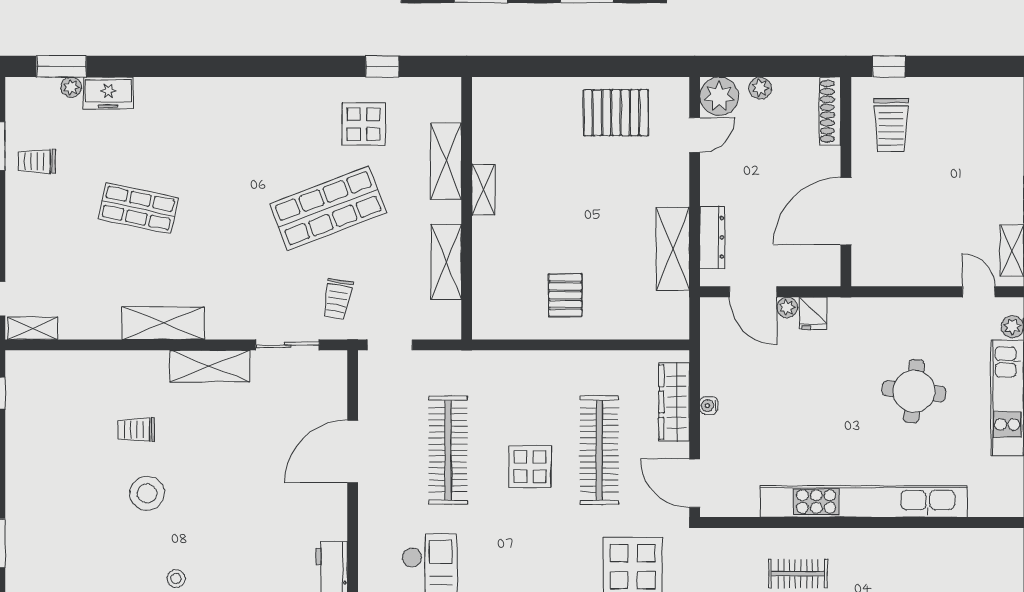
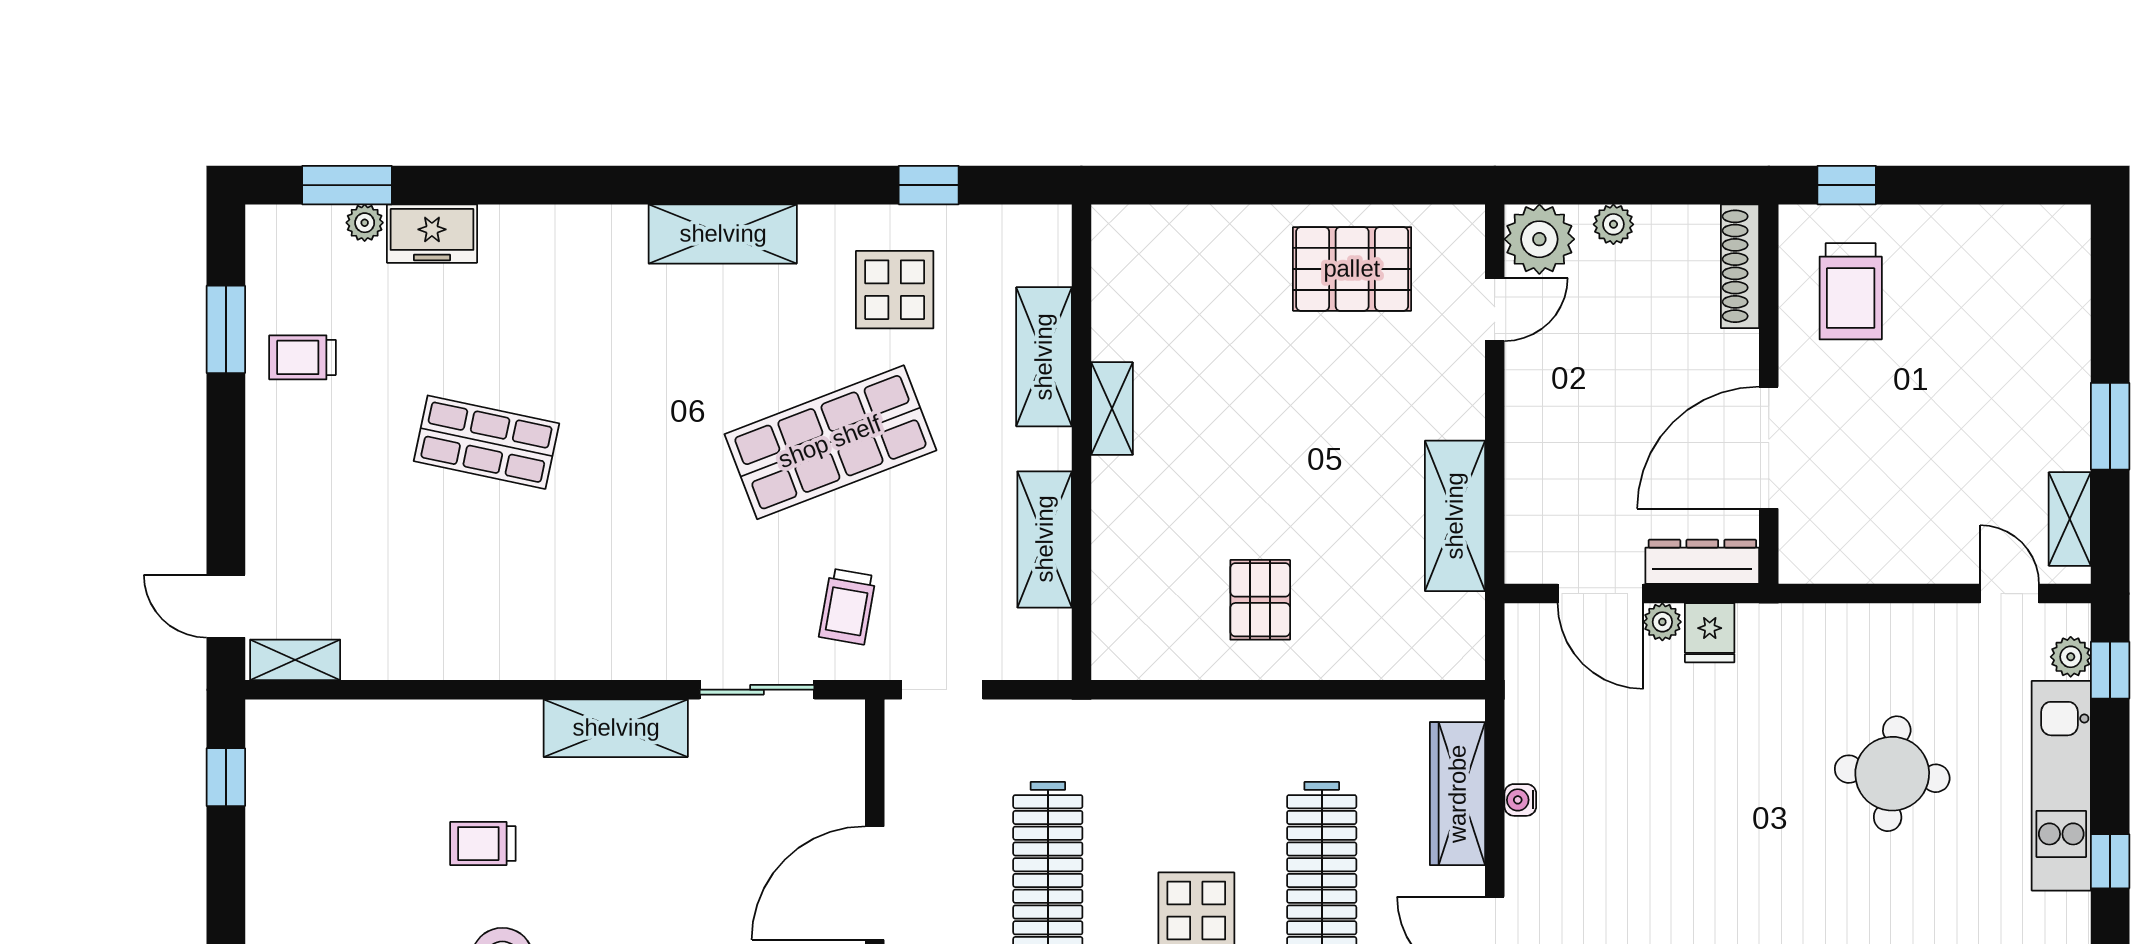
dresser: (712, 237) -> (1702, 562), moved, turned -90
shelving: (163, 323) -> (723, 234), moved

